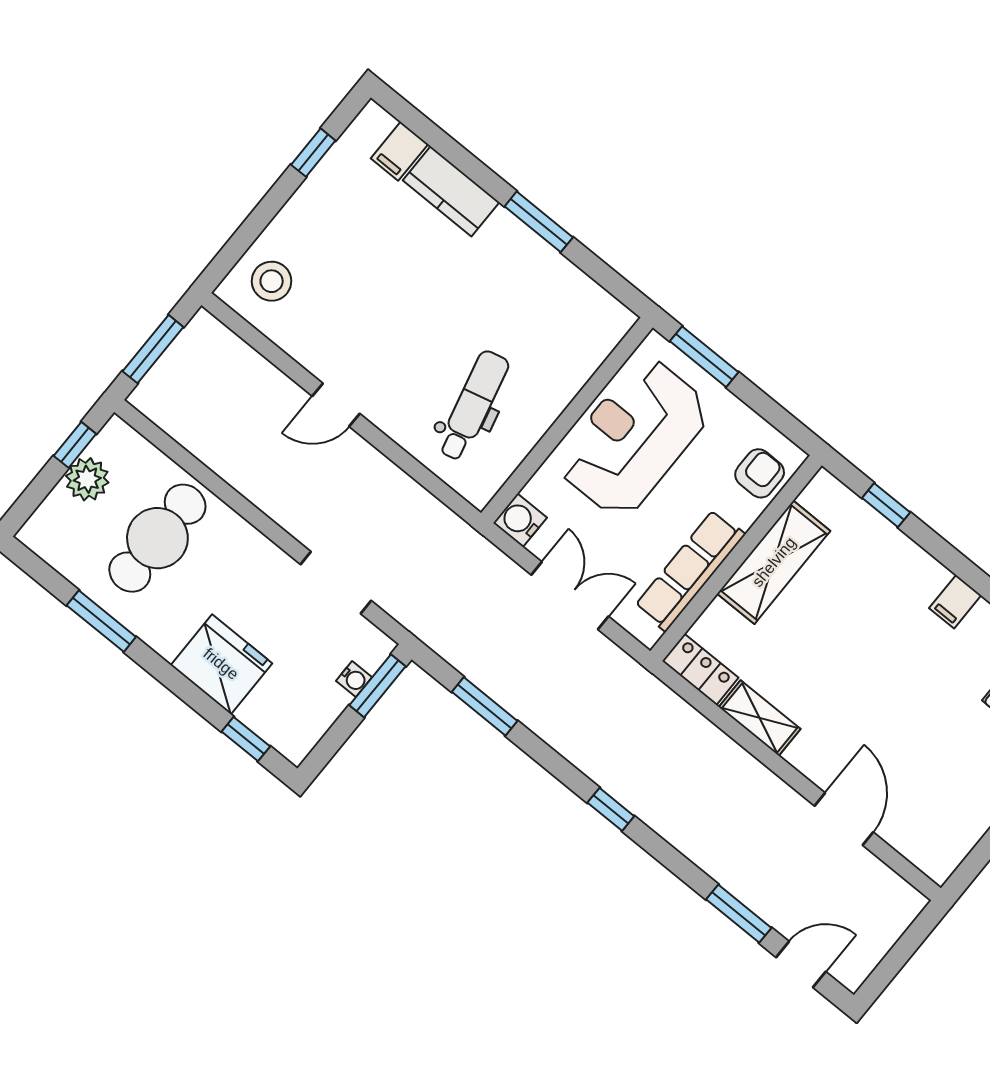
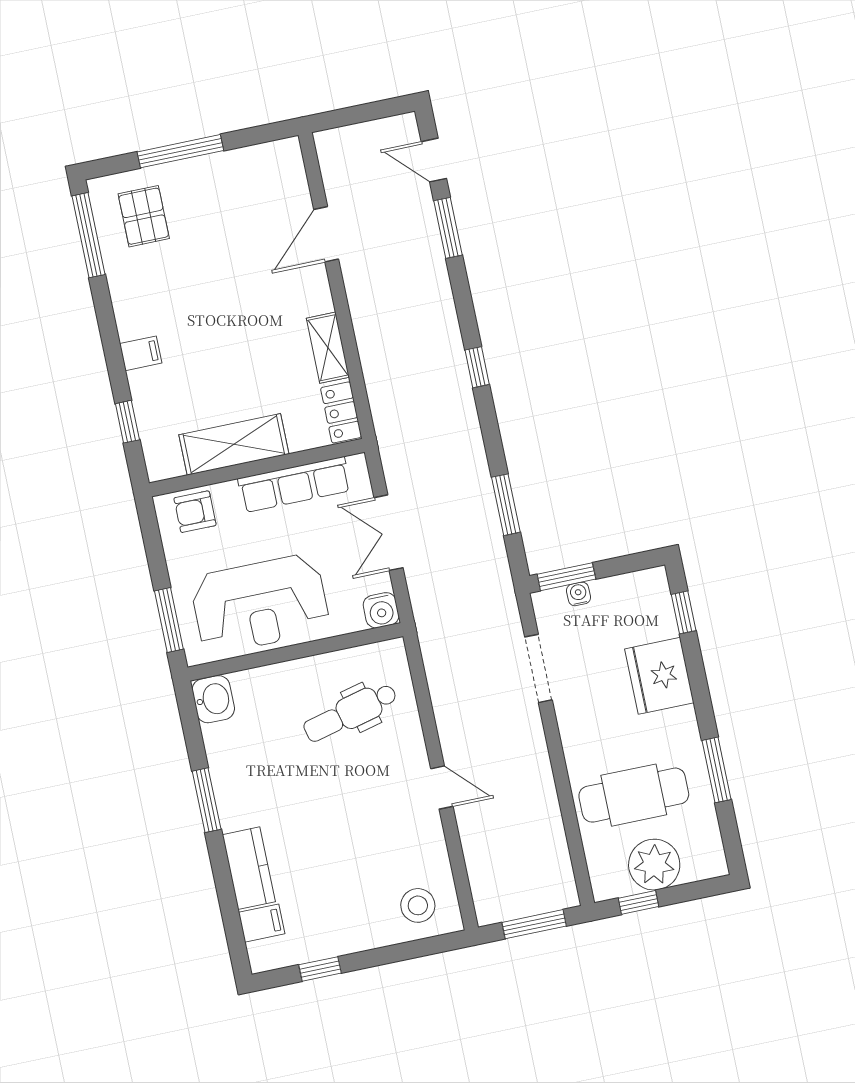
washbasin: (606, 318) -> (213, 699), added
plant: (87, 479) -> (654, 865), width x1.36, depth x1.36
filing cabinet: (955, 602) -> (141, 353), moved

